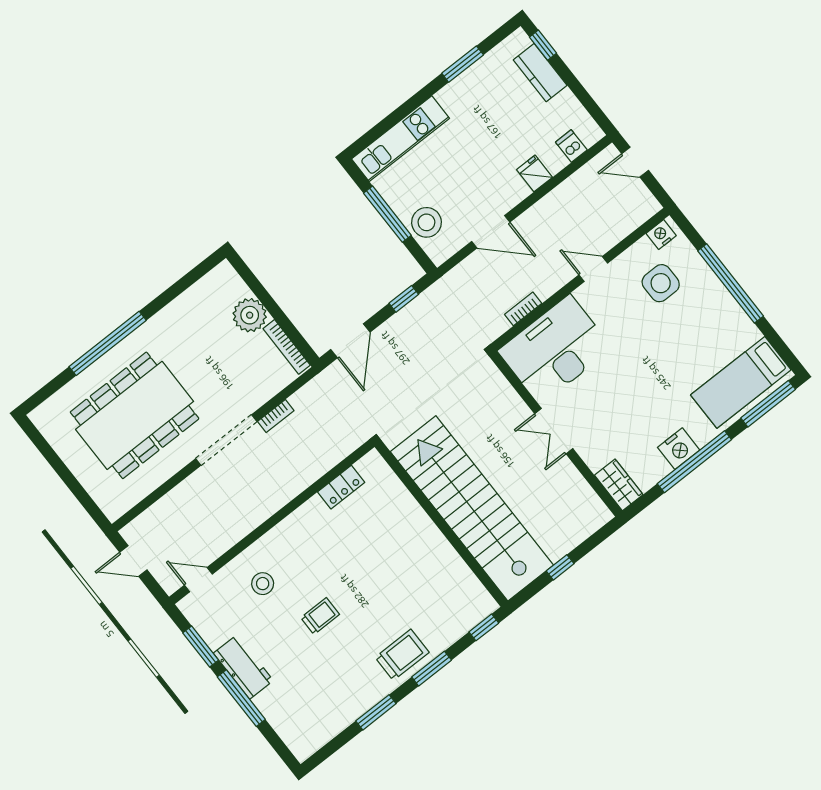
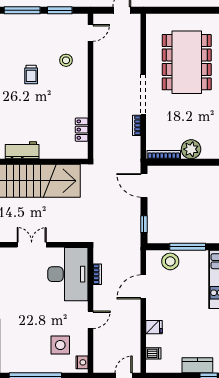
workbench: (243, 667) -> (22, 150), moved, turned 180

